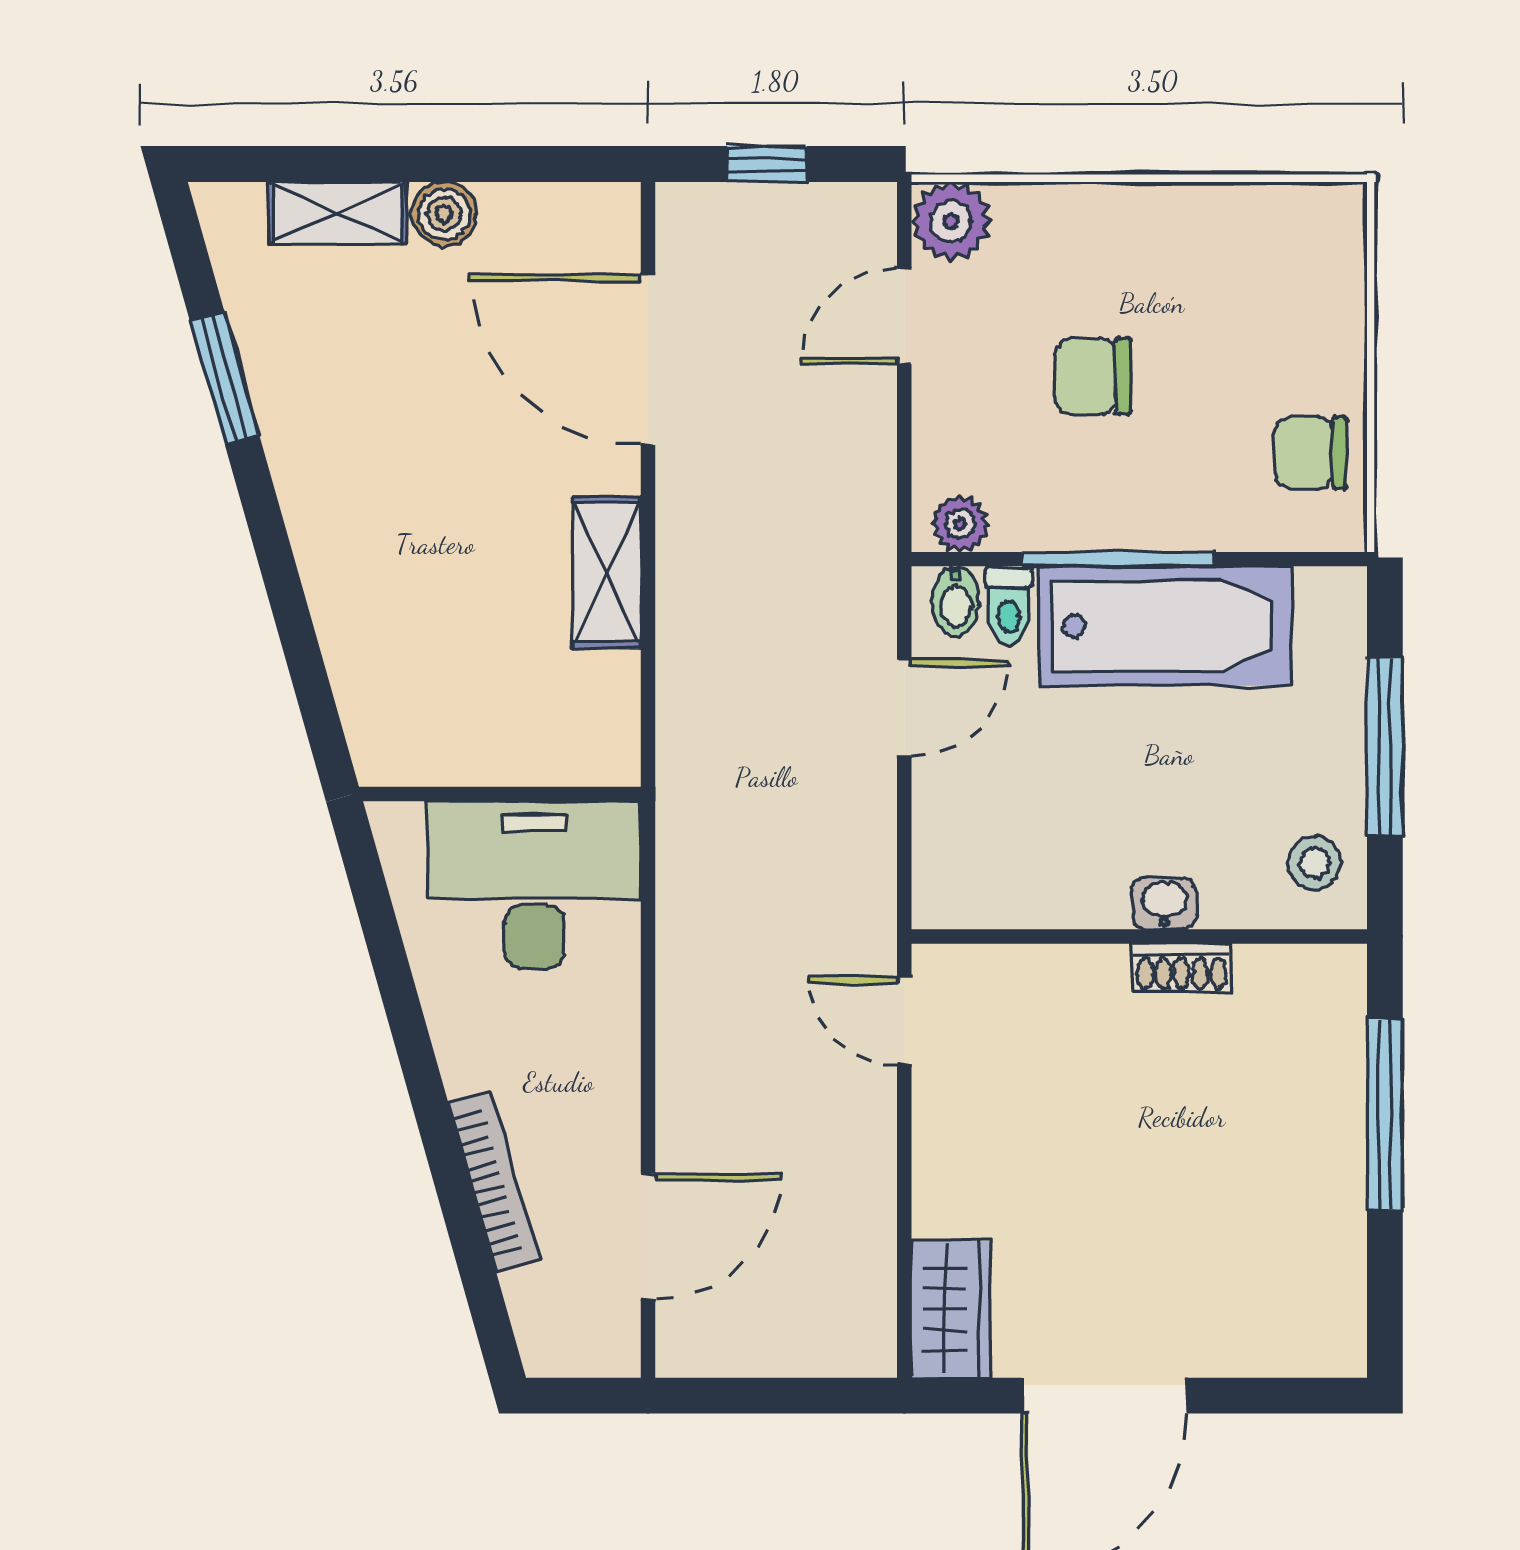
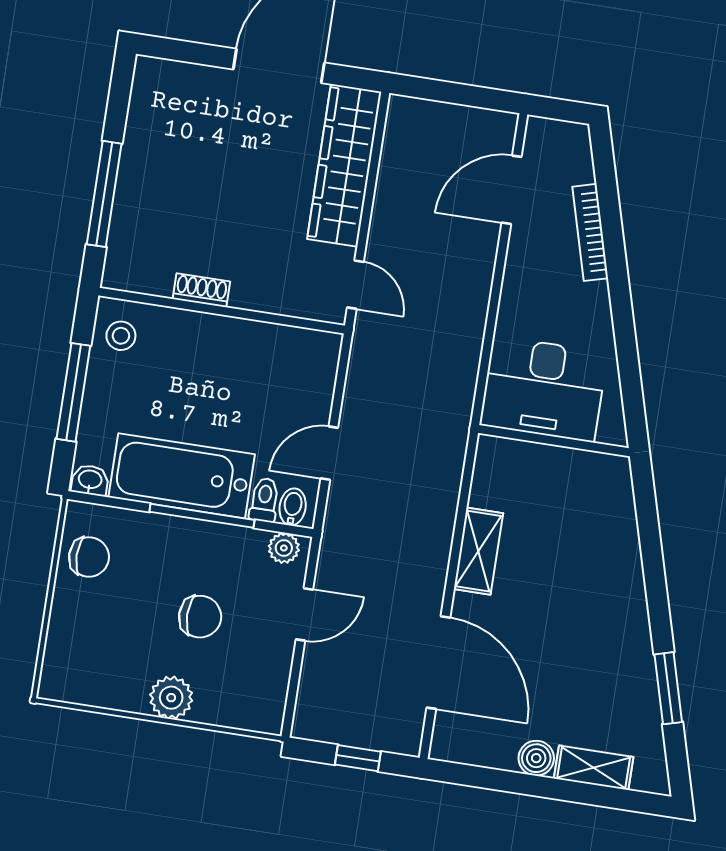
plant: (951, 221) -> (171, 698), moved
door: (904, 316) -> (304, 614), moved
washbasin: (1164, 903) -> (90, 480), moved, turned 180
wardrobe: (951, 1309) -> (344, 165), width x2.10, depth x1.17

